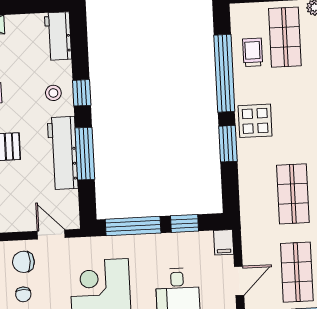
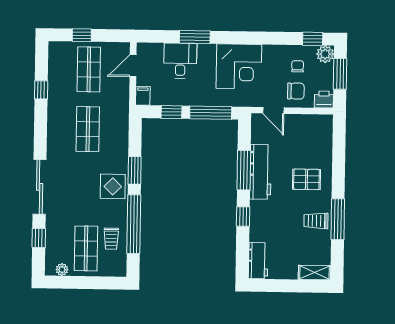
stool: (53, 93) -> (265, 218), removed

